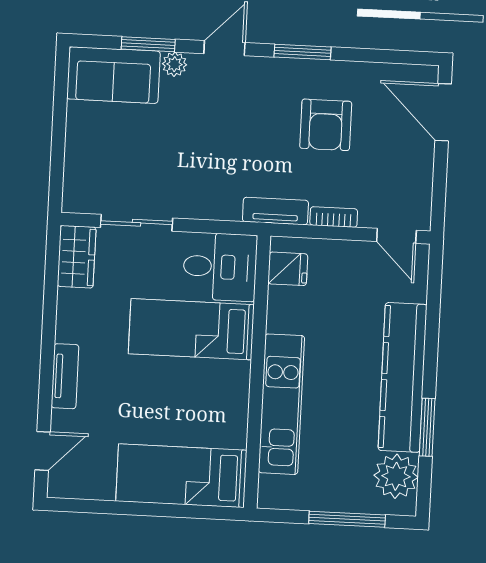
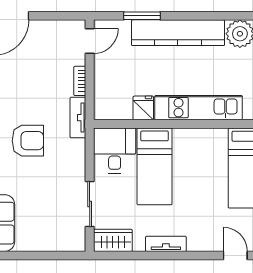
armchair: (326, 125) -> (28, 141), moved
fridge: (288, 269) -> (143, 108), moved
tv unit: (65, 376) -> (166, 244), moved
window: (427, 427) -> (142, 16), moved

